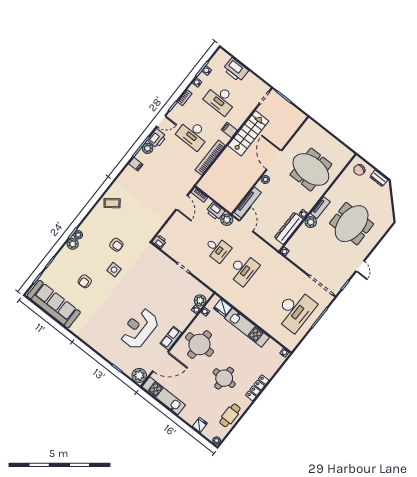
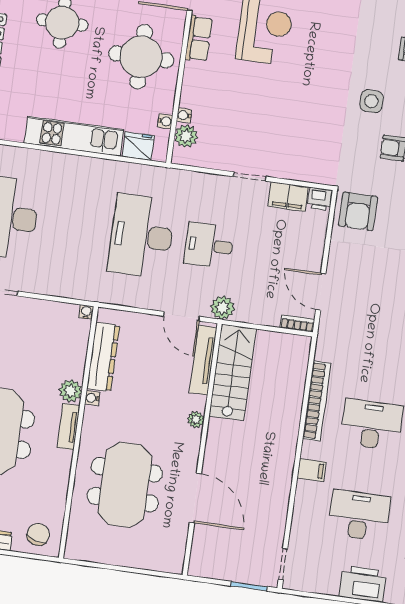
stairs: (248, 133) -> (233, 372), moved, turned 180
door: (274, 160) -> (195, 498), moved
meeting table: (311, 170) -> (125, 485), turned 90
printer: (215, 211) -> (252, 311), removed
armchair: (147, 227) -> (358, 211), added
filing cabinet: (172, 250) -> (288, 197), added
desk: (243, 269) -> (141, 236), width x1.36, depth x1.30

